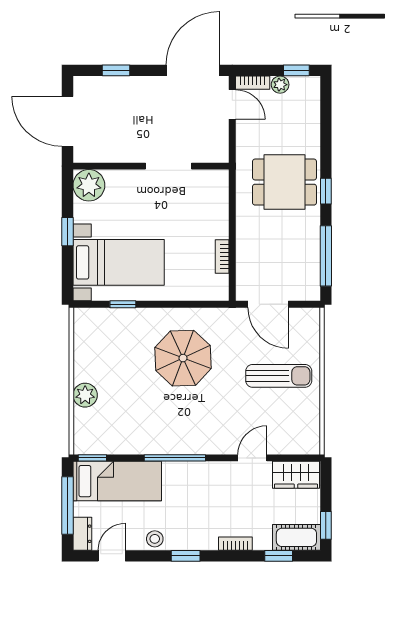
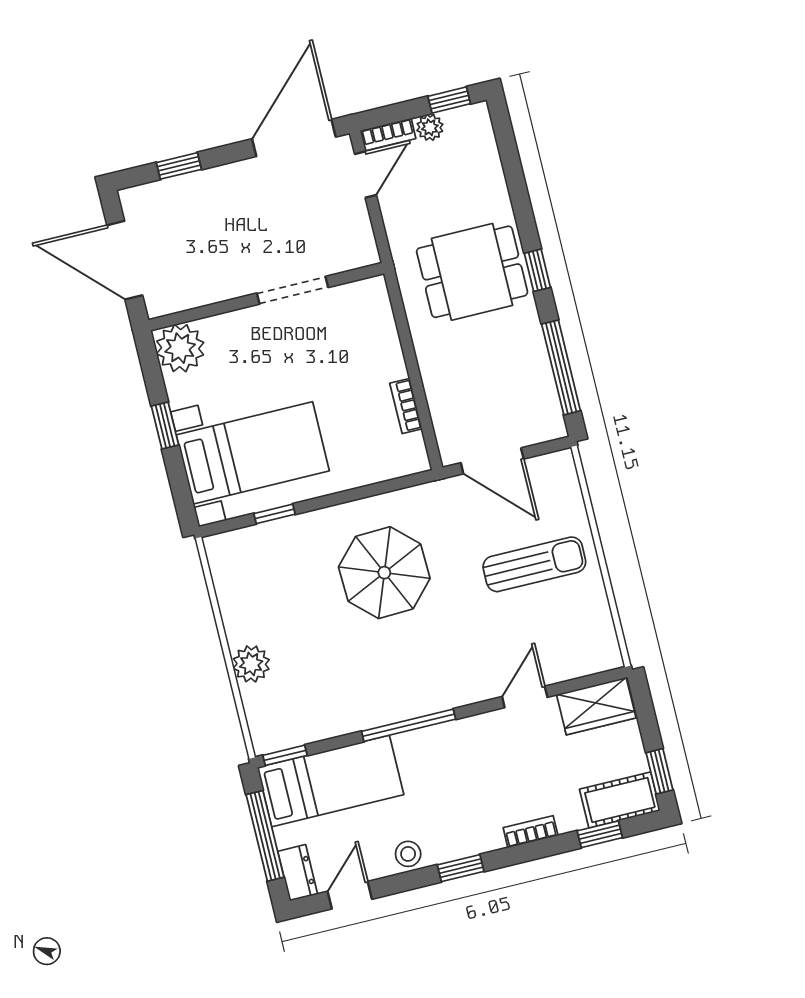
door: (232, 104) -> (366, 174), hinge flipped

